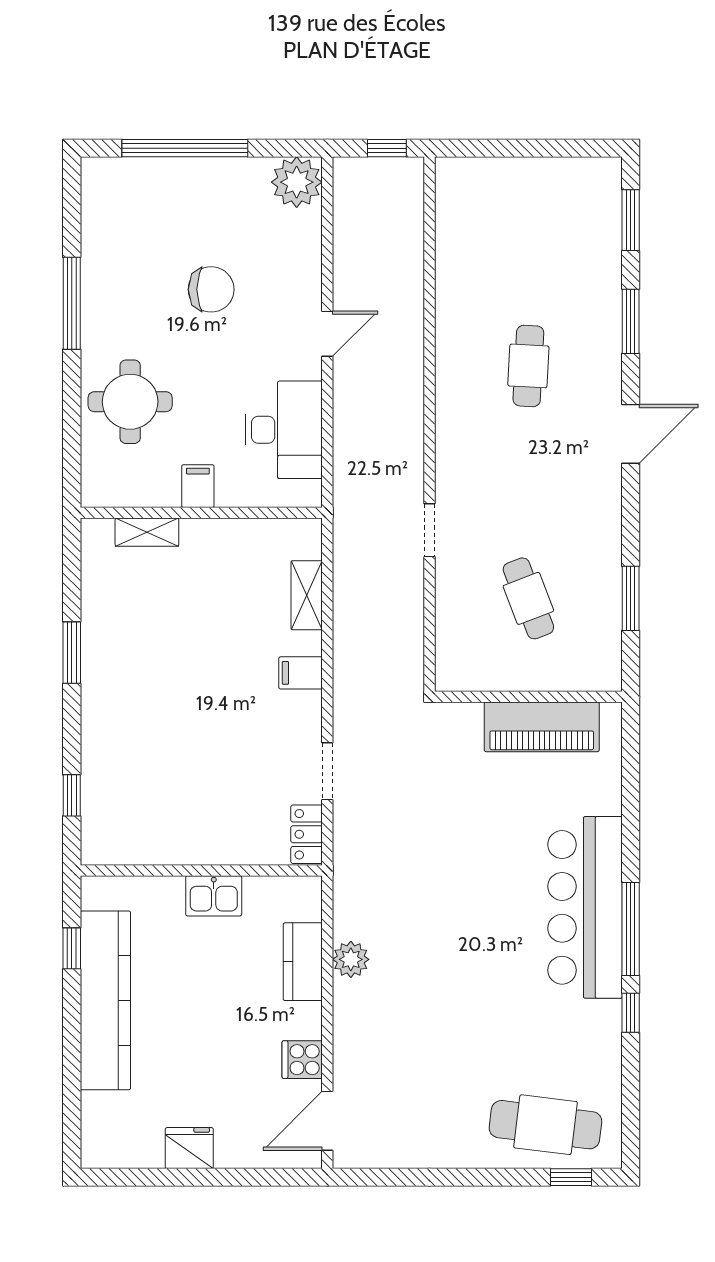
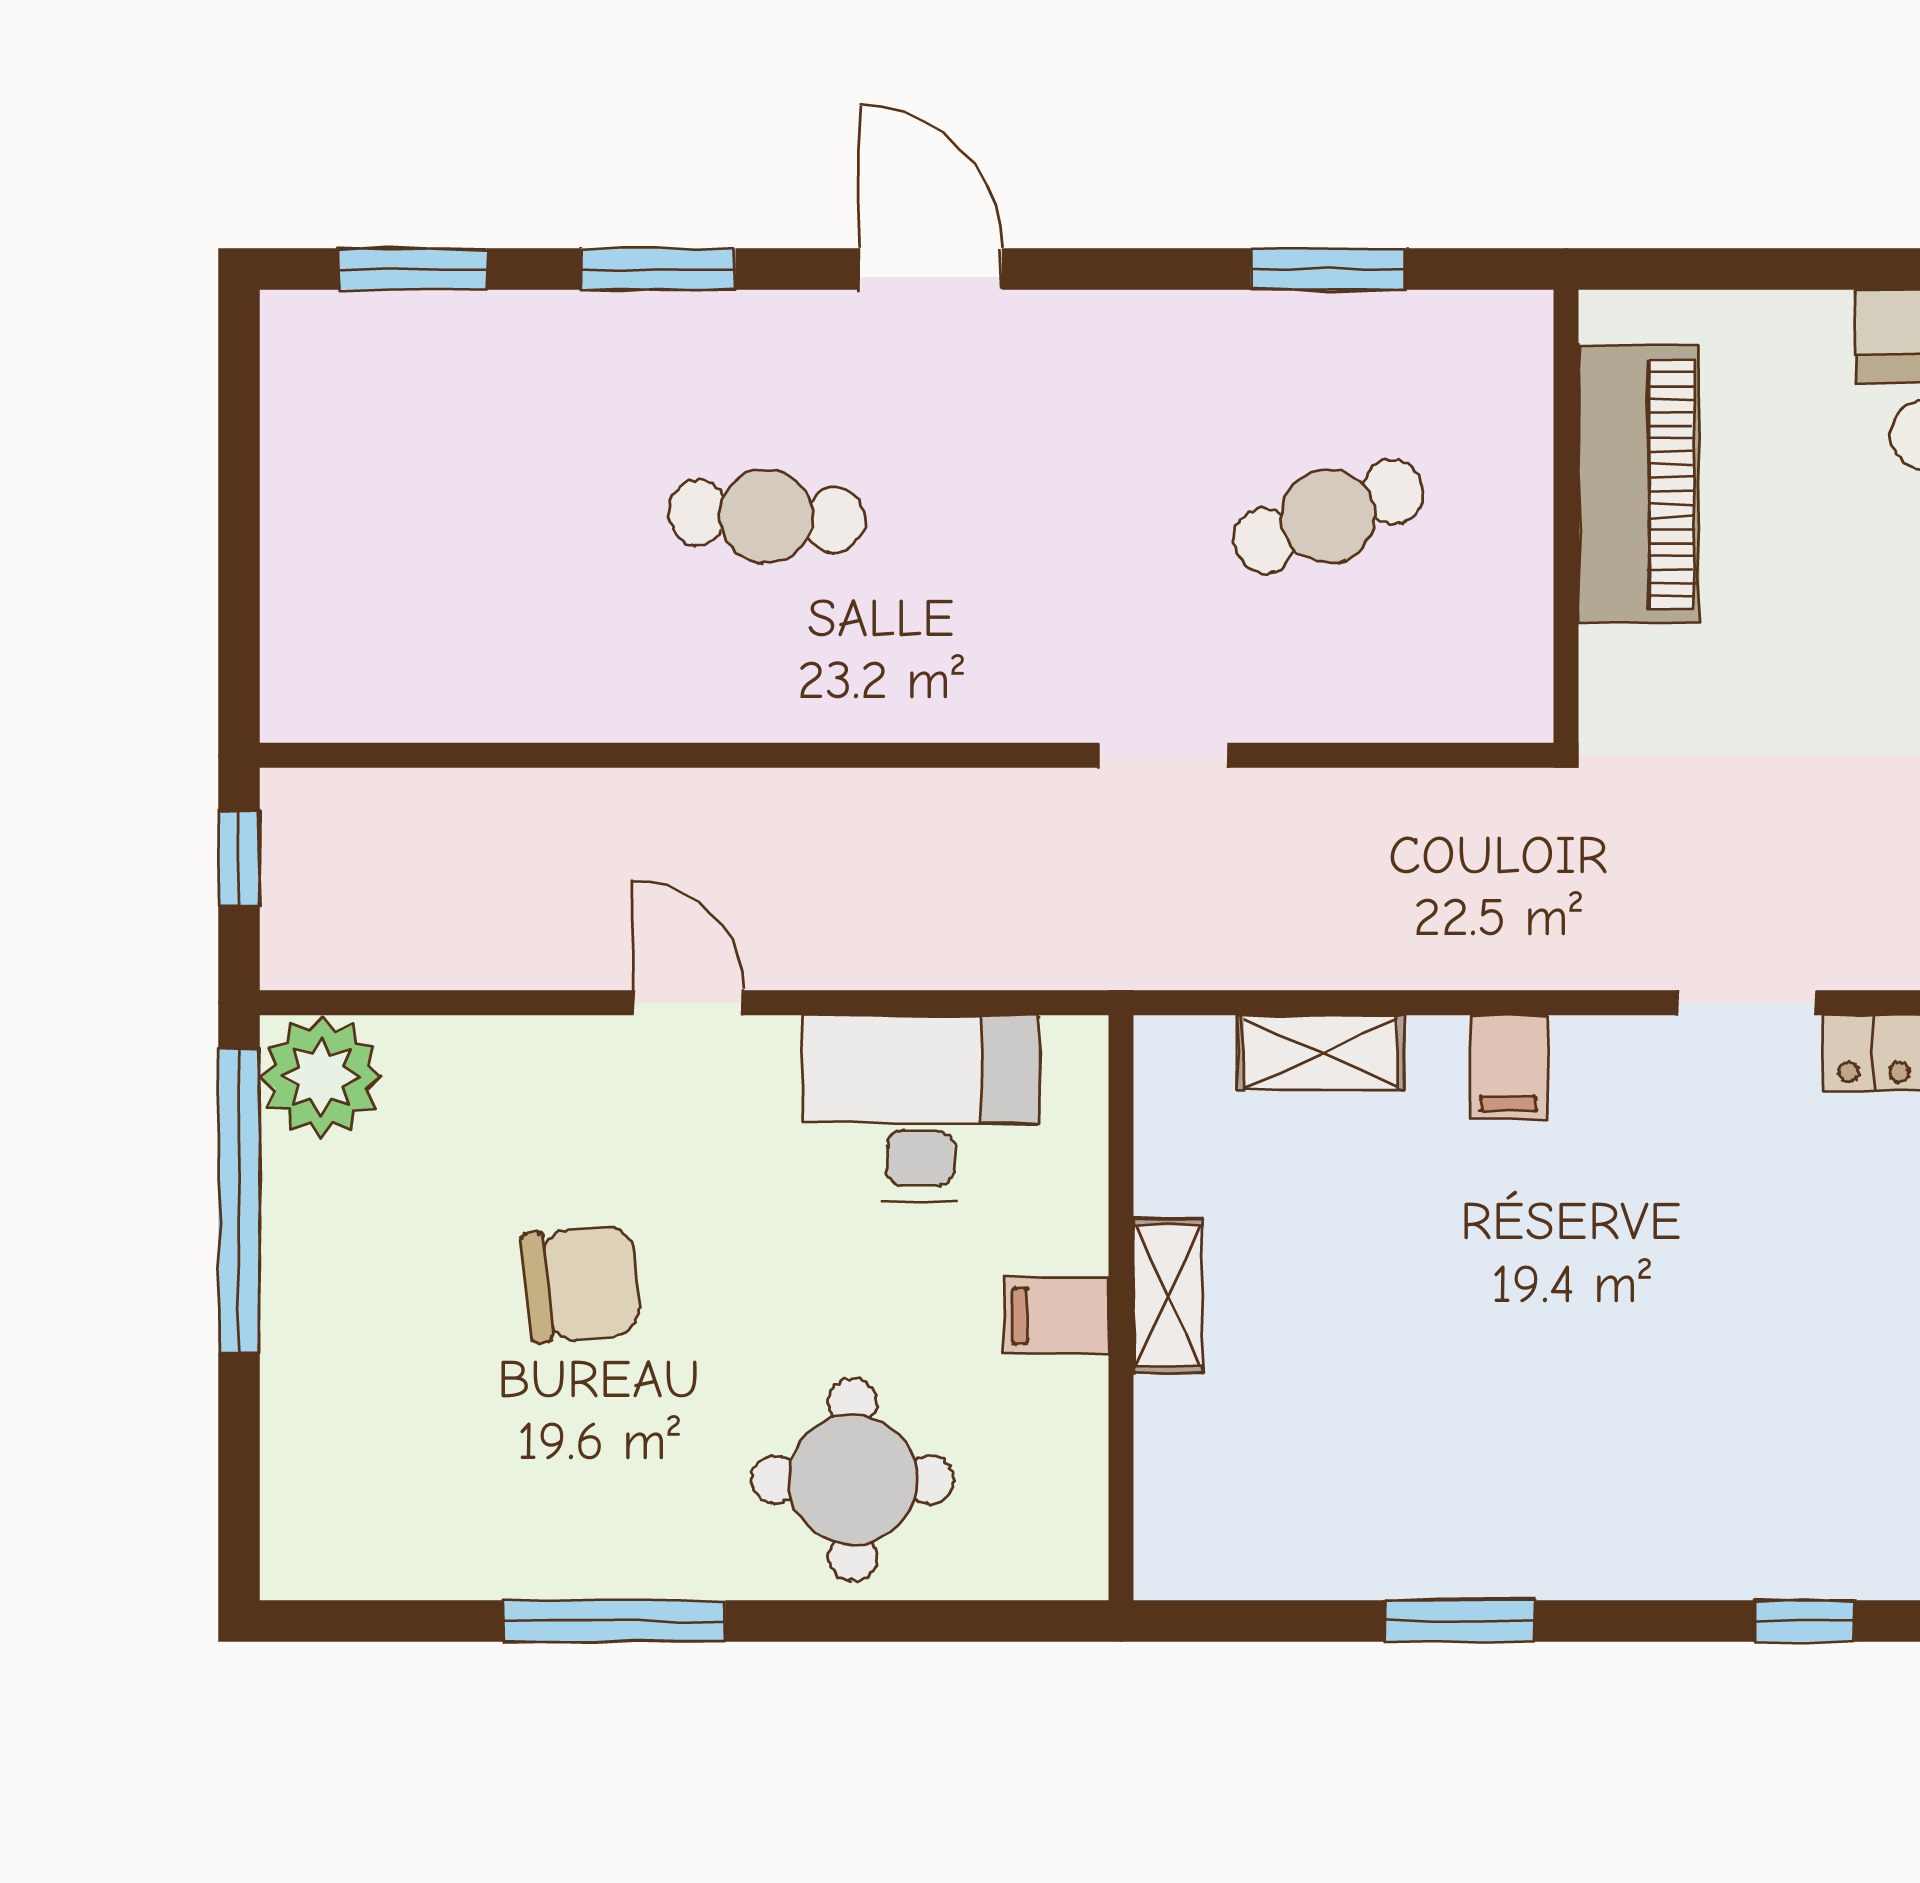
window: (185, 148) -> (239, 1201), moved
chair: (211, 289) -> (581, 1284), turned 85
shelving: (147, 532) -> (1168, 1296), moved

